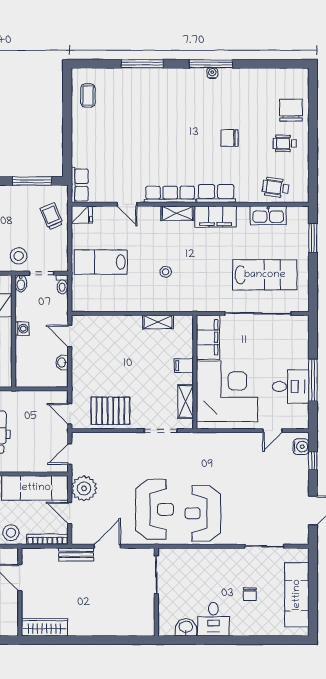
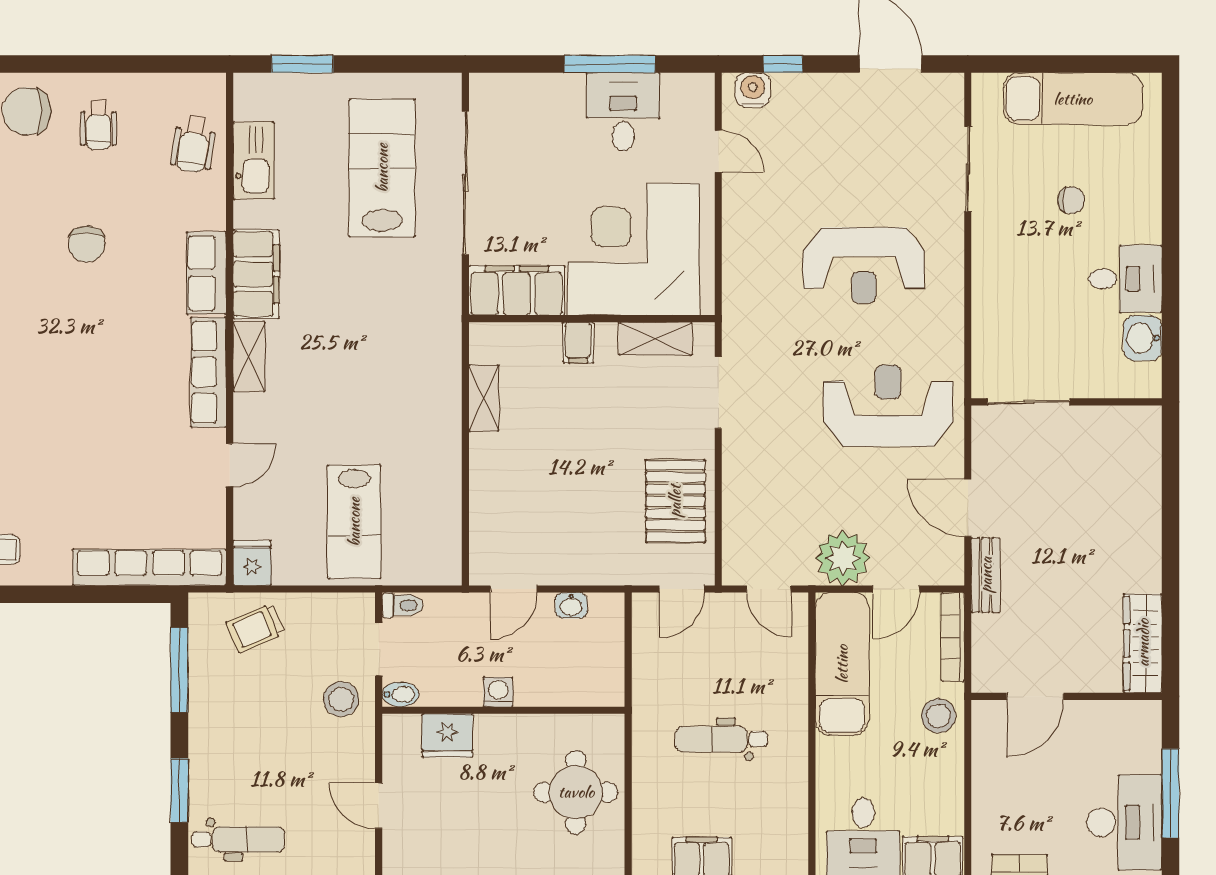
row of seats: (80, 185) -> (149, 567), width x2.02
stool: (166, 272) -> (376, 382), removed
reception desk: (203, 513) -> (864, 265), moved

